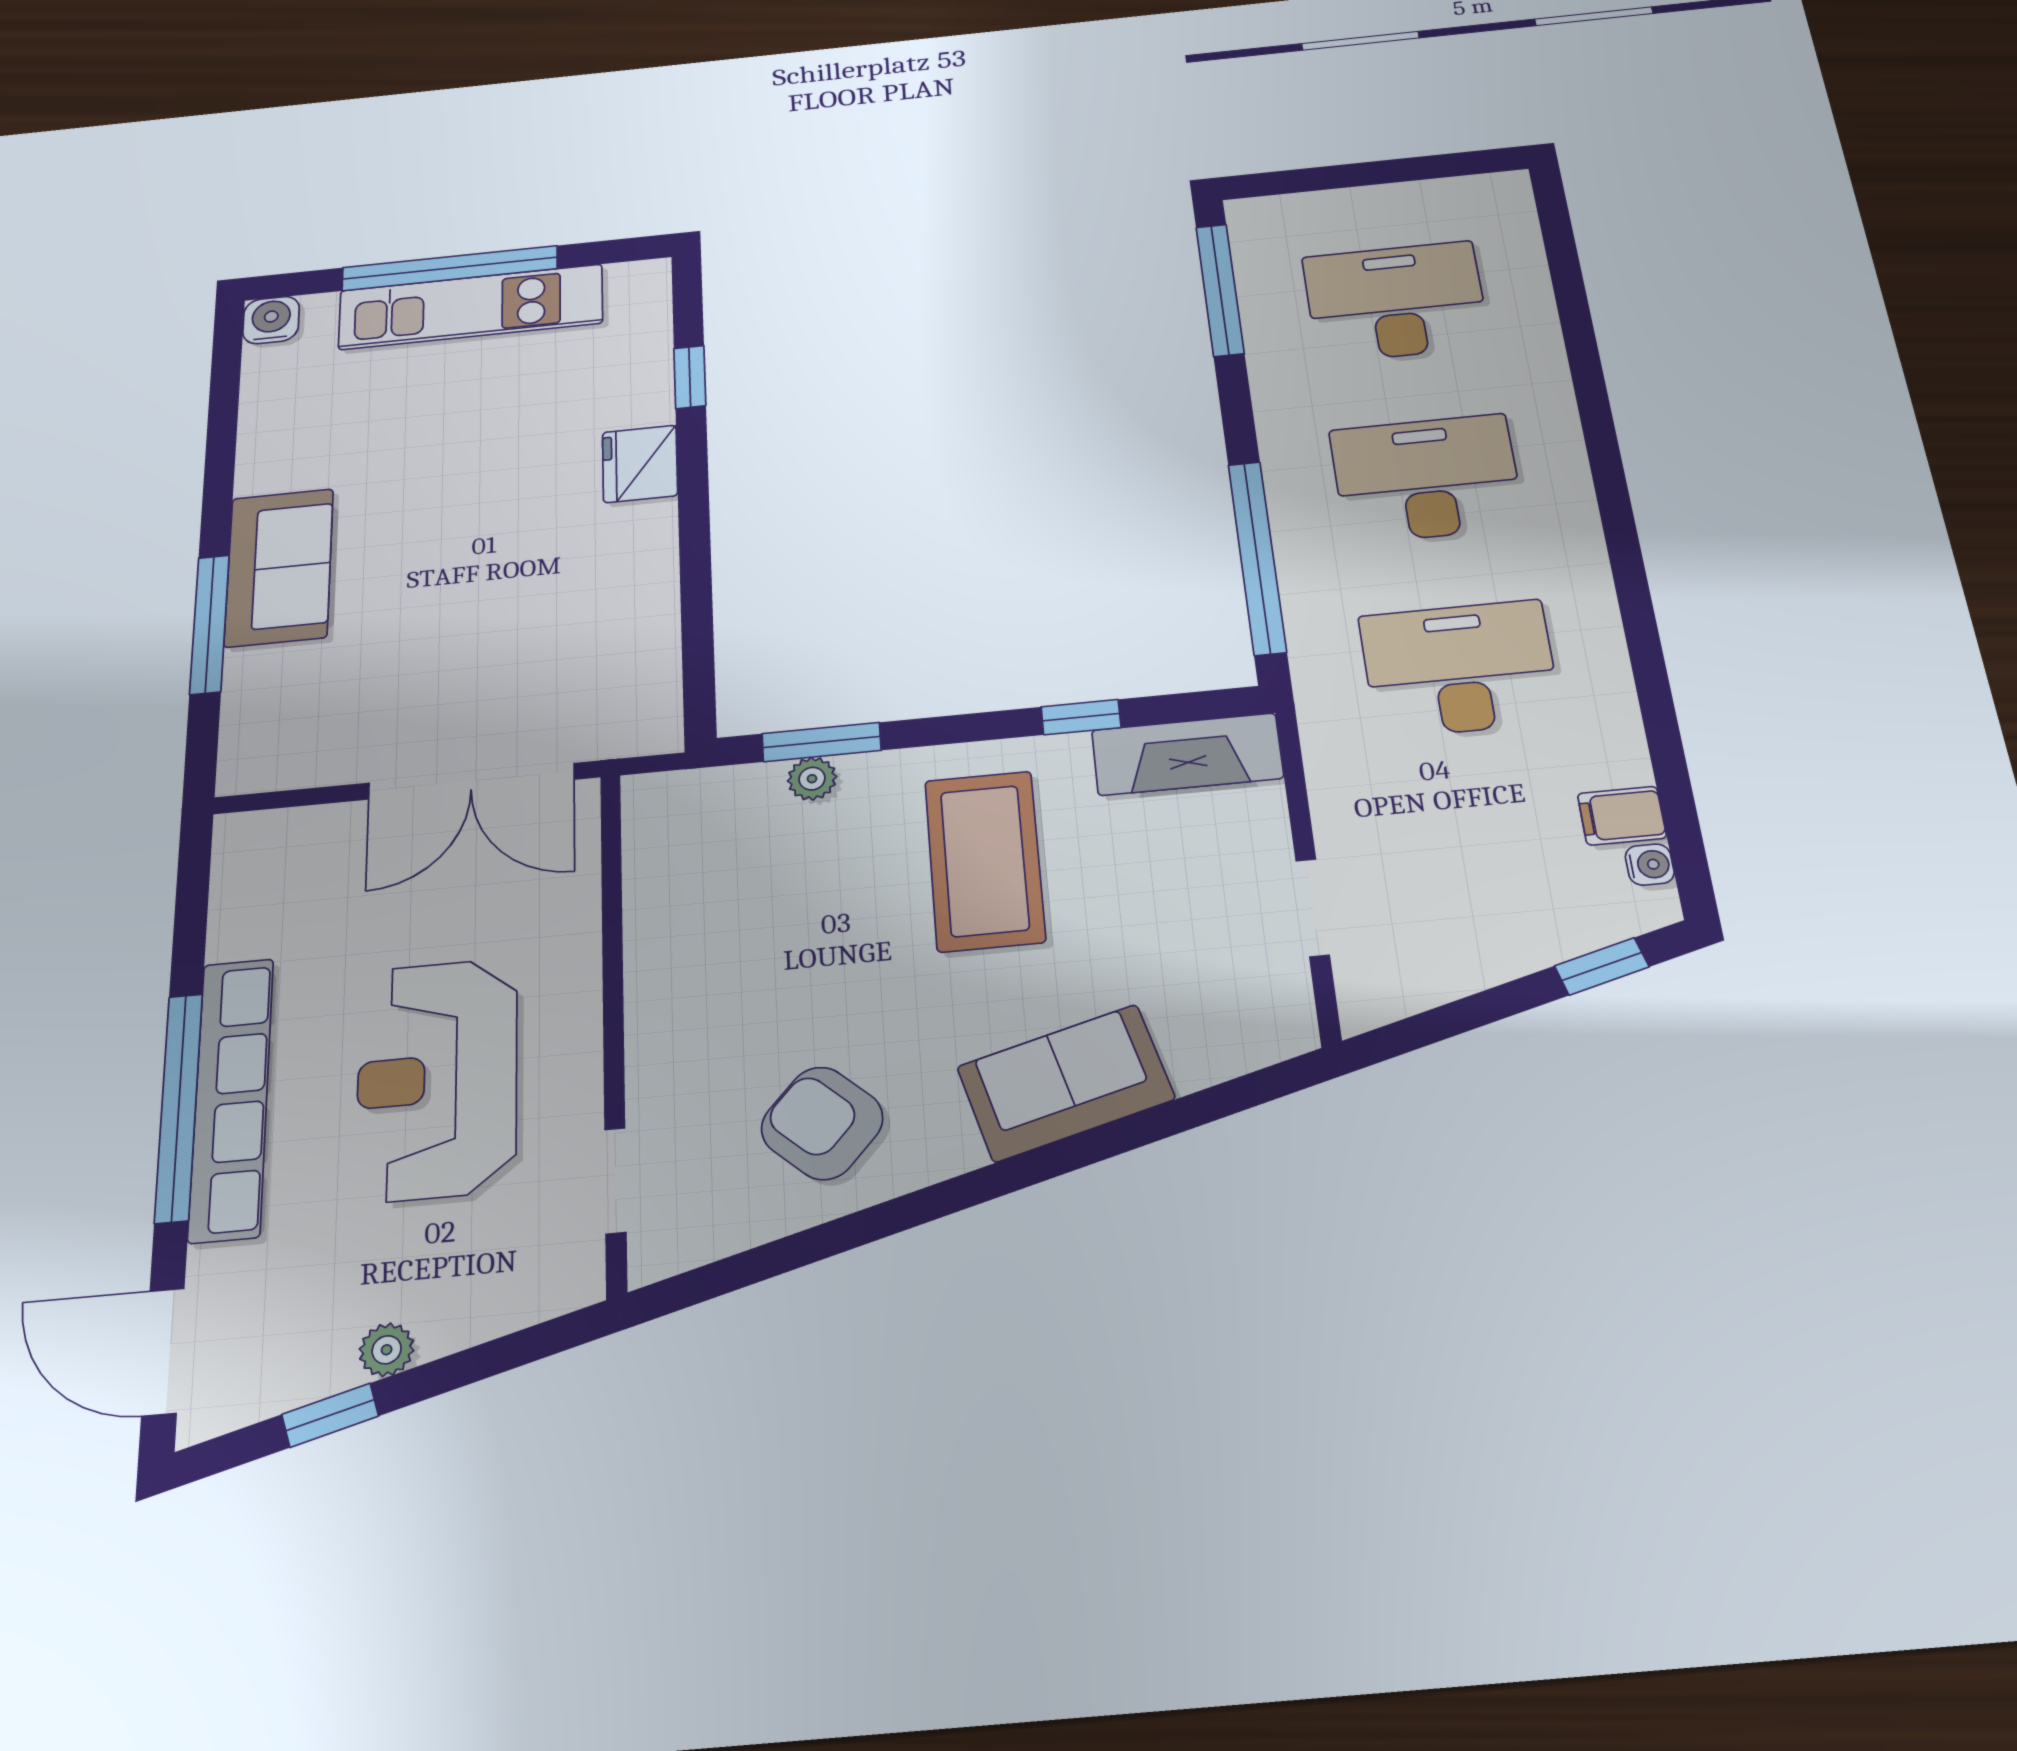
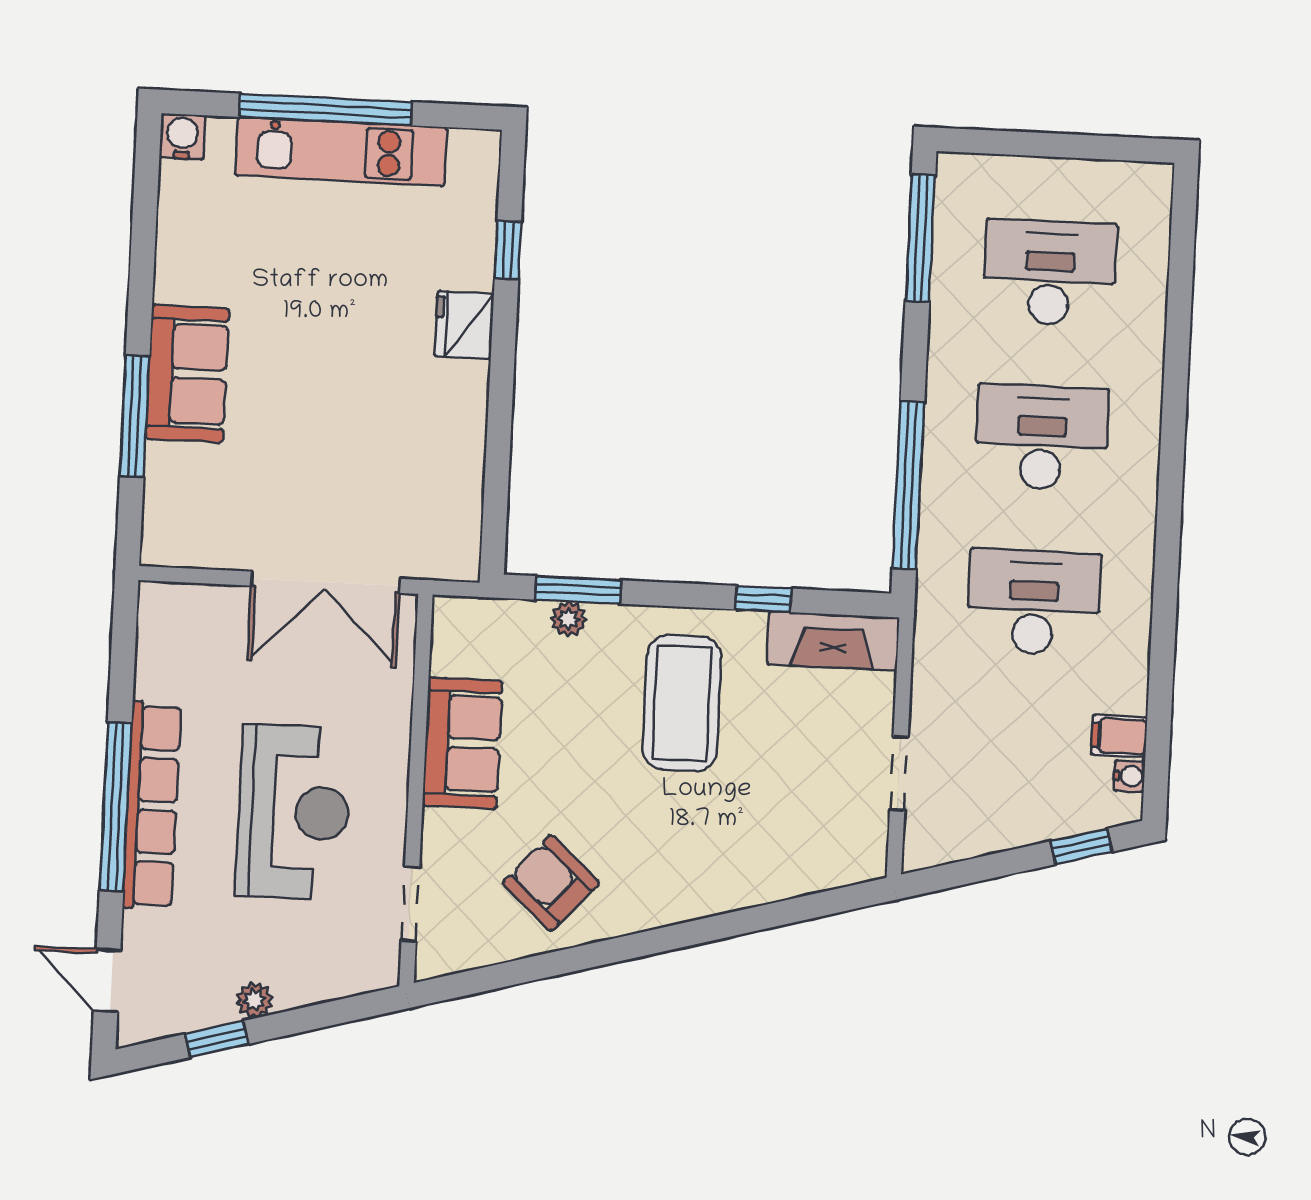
reception desk: (437, 1079) -> (293, 812), turned 180
sofa: (1066, 1083) -> (463, 743), moved, turned 105
door: (163, 1352) -> (107, 981), width x0.73

